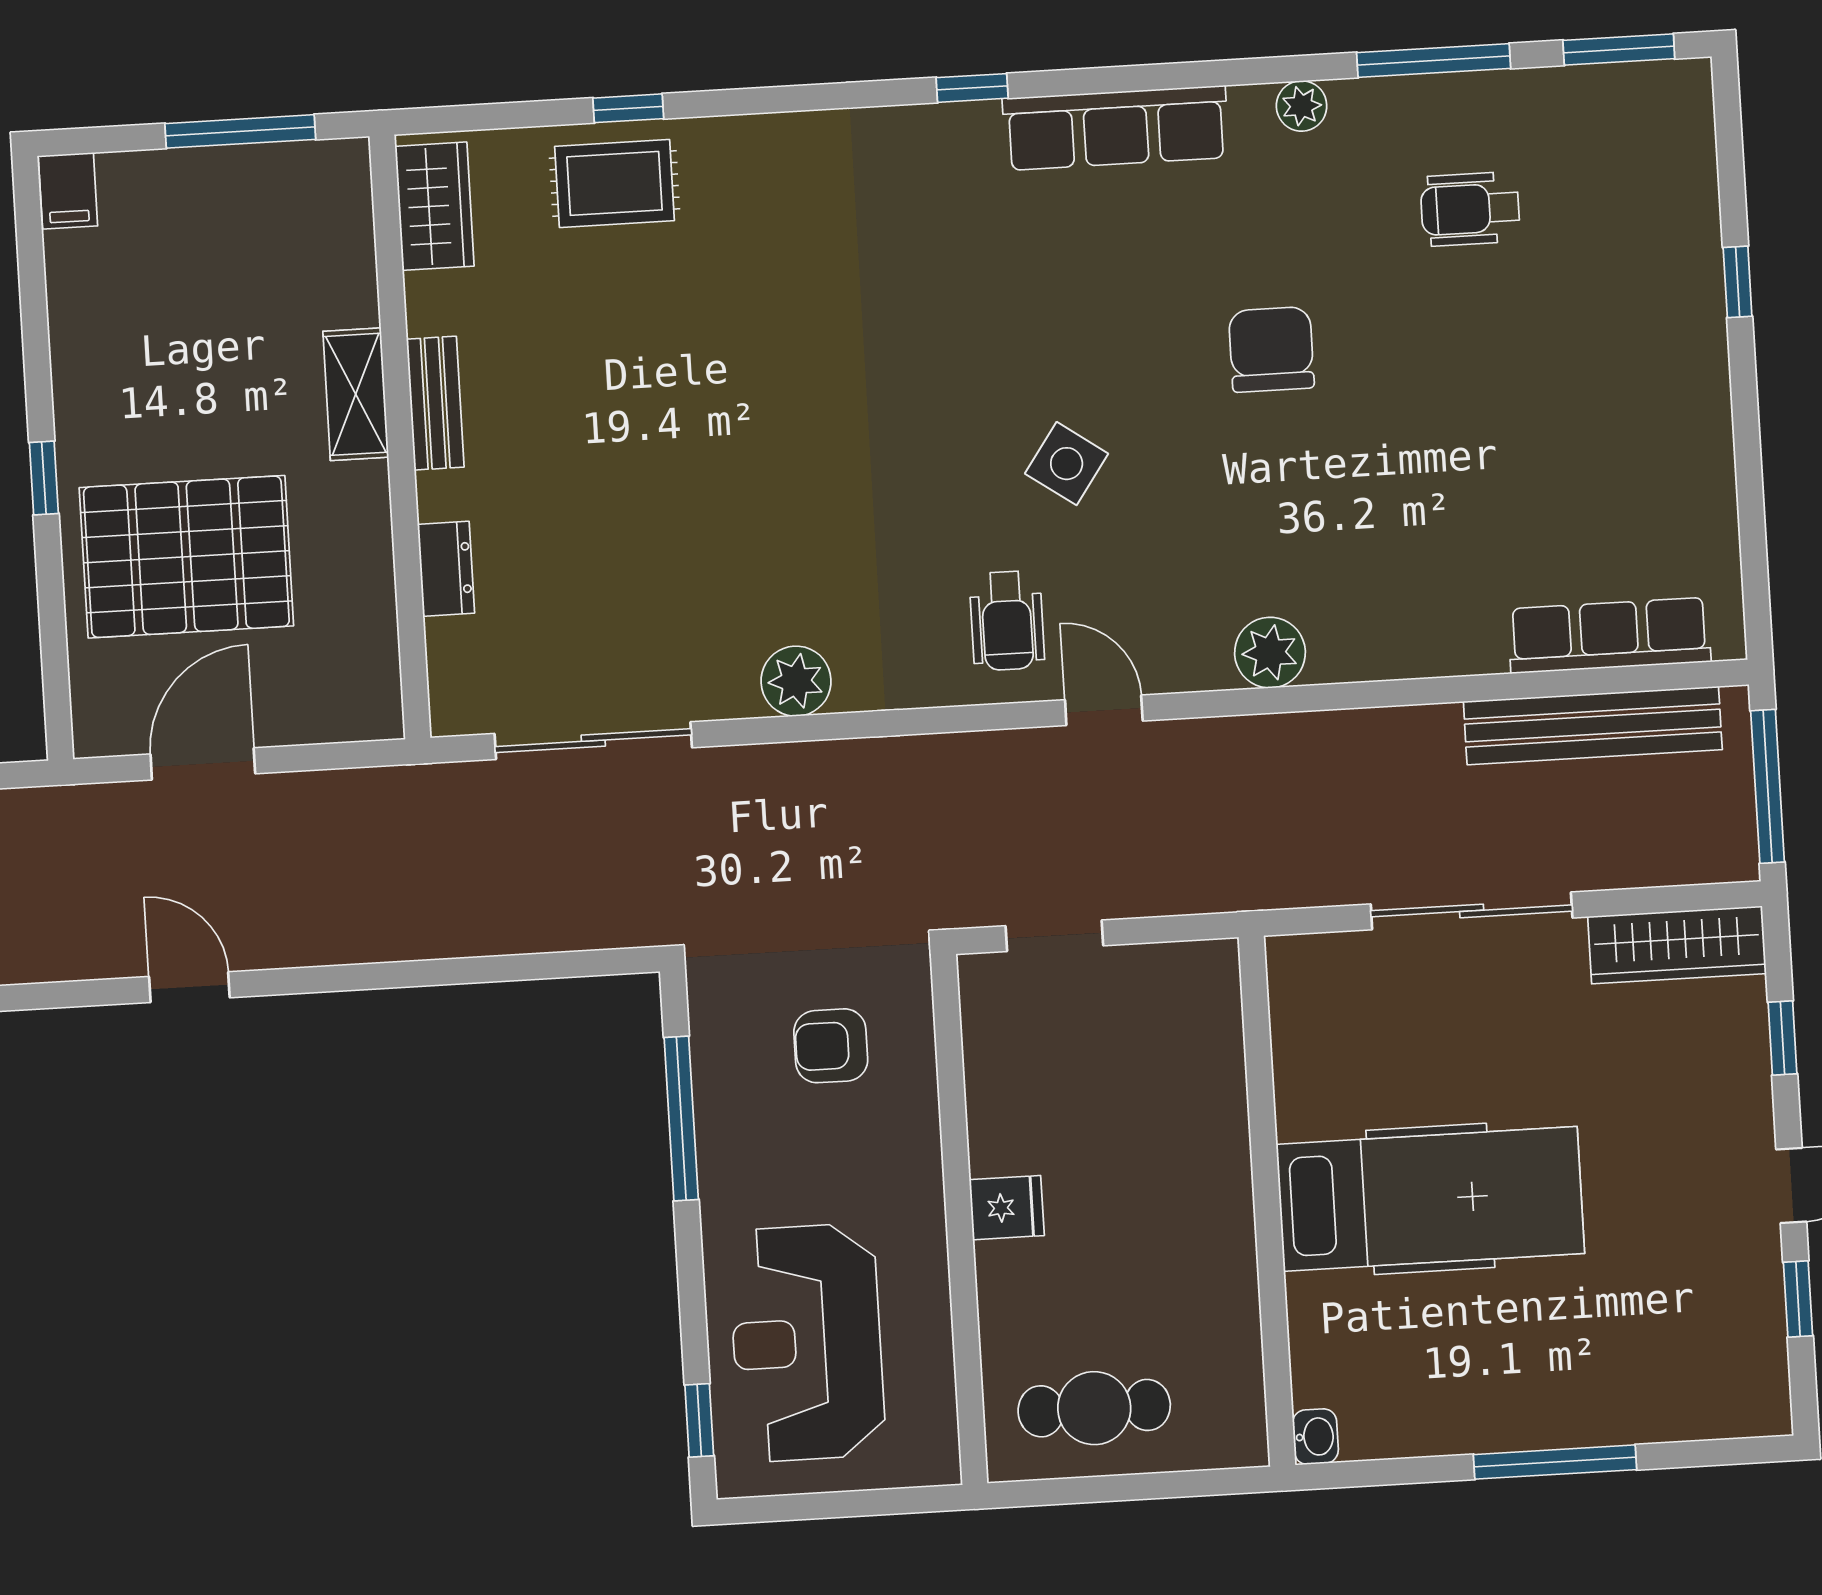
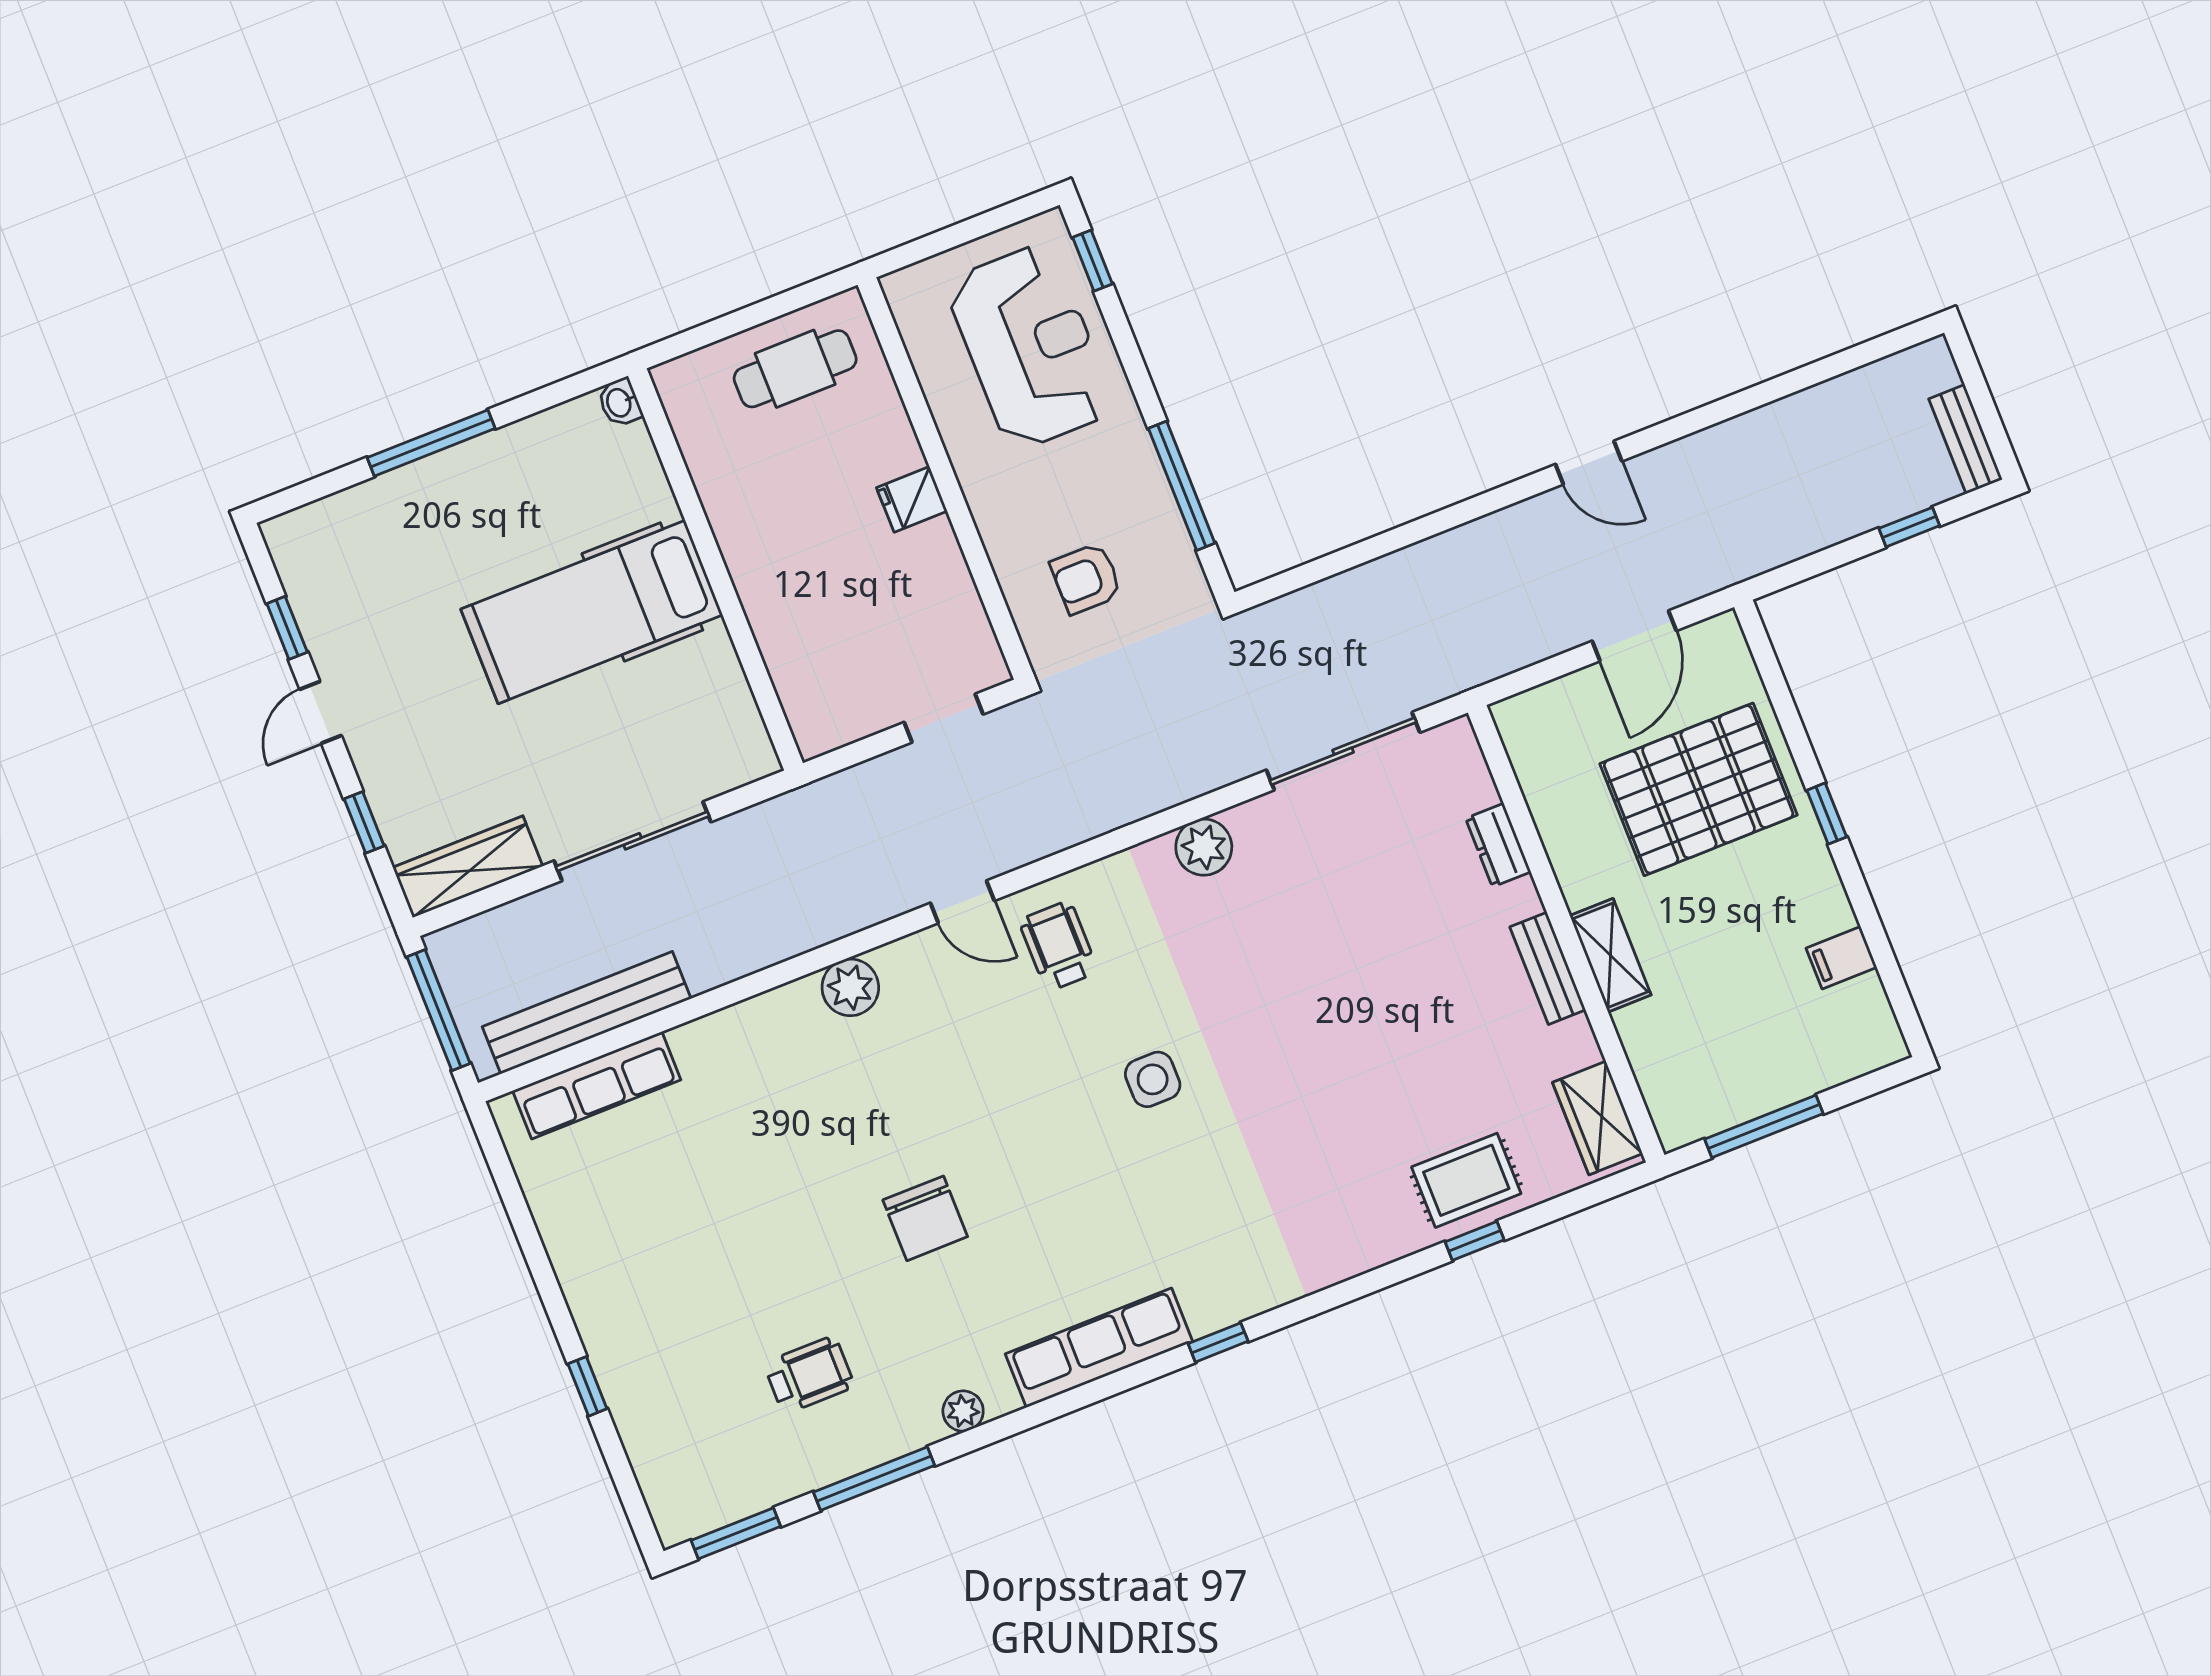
filing cabinet: (68, 191) -> (1841, 958), moved, turned -90
side table: (1067, 464) -> (1153, 1079), moved, turned -35
armchair: (831, 1046) -> (1086, 578), turned 180

